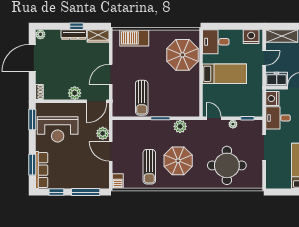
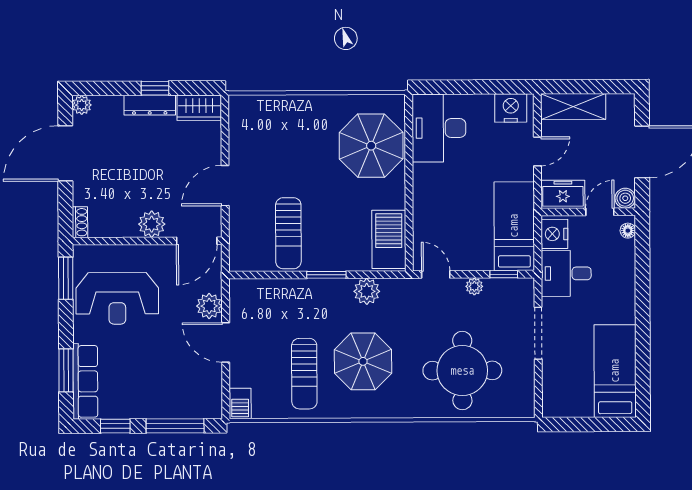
barbecue: (134, 38) -> (389, 239), moved, turned 90
desk: (216, 42) -> (439, 128), width x1.37
bed: (224, 74) -> (514, 226), moved, turned -90

